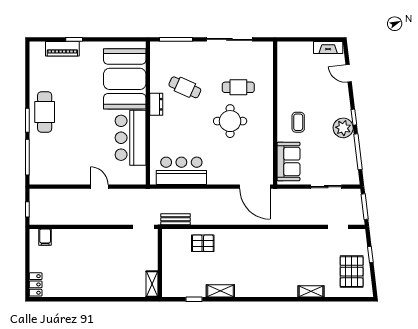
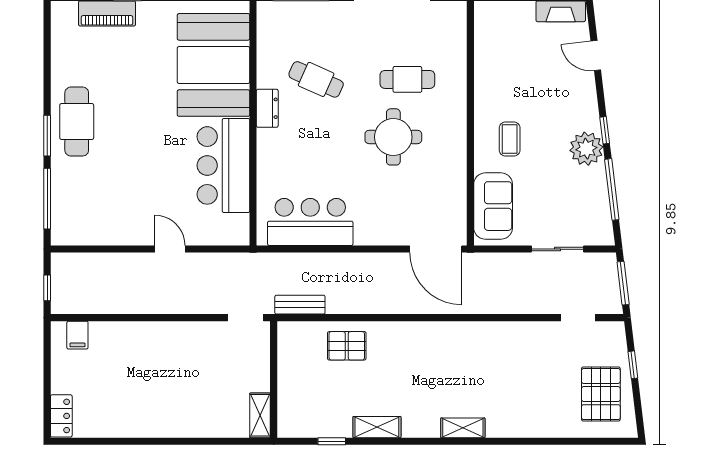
shelving: (311, 291) -> (463, 428), moved

